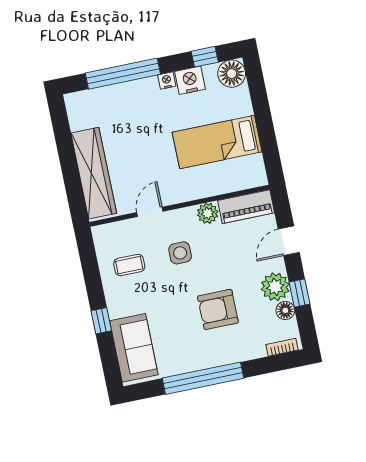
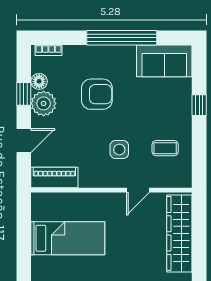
plant: (208, 213) -> (89, 179), removed
sofa: (134, 348) -> (164, 61), moved, turned -90

